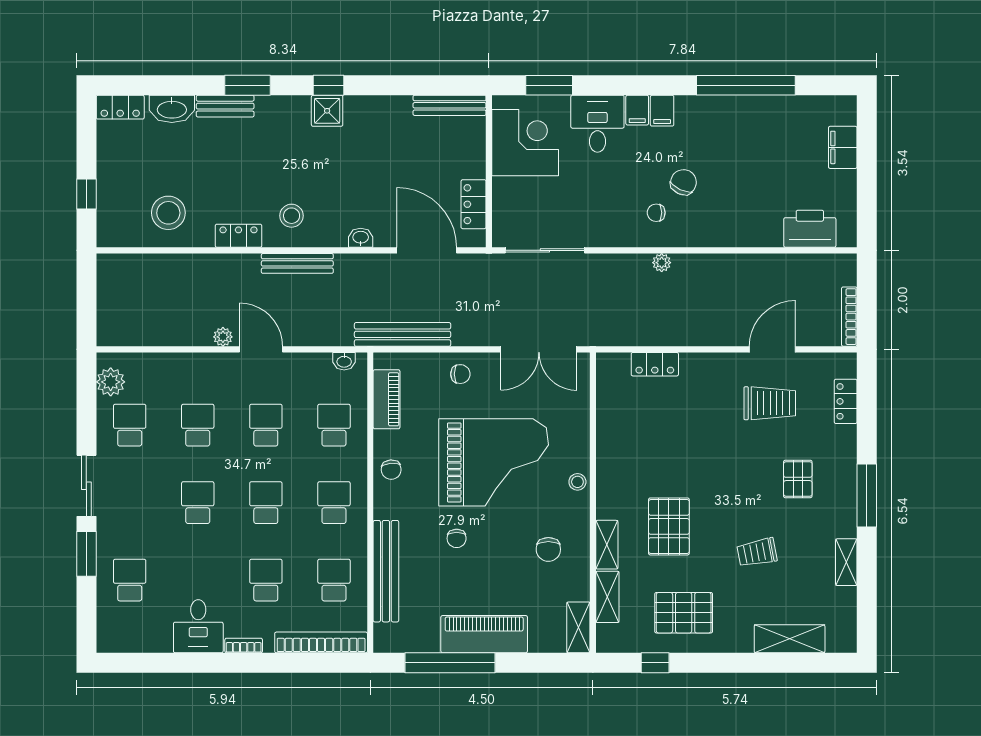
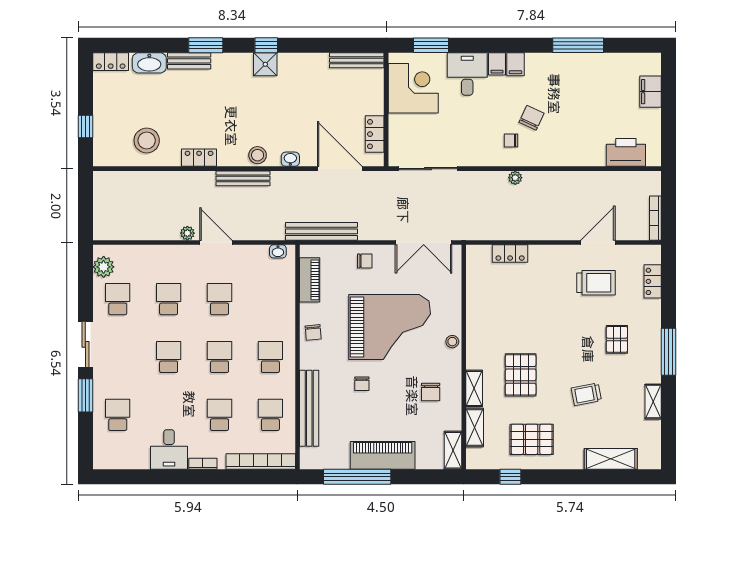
window: (746, 85) -> (578, 45), width x0.68
stool: (292, 216) -> (258, 155), moved
school desk: (334, 425) -> (270, 299), removed

